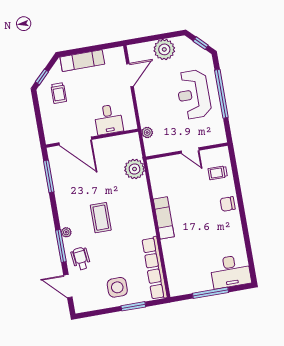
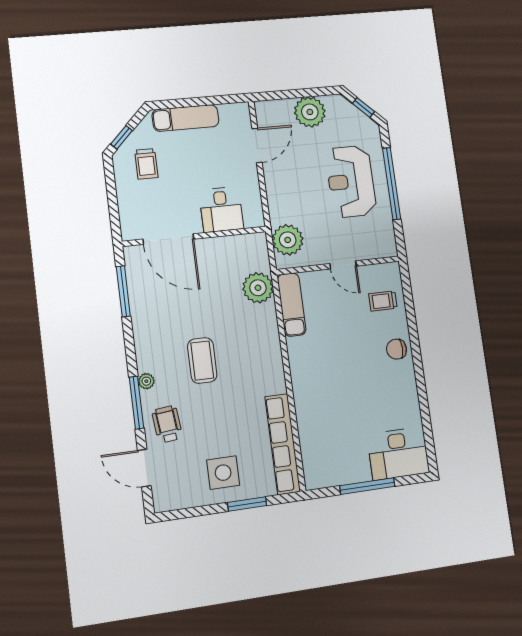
plant: (147, 132) -> (288, 240), width x1.88, depth x1.88
exam couch: (164, 218) -> (292, 305), moved

